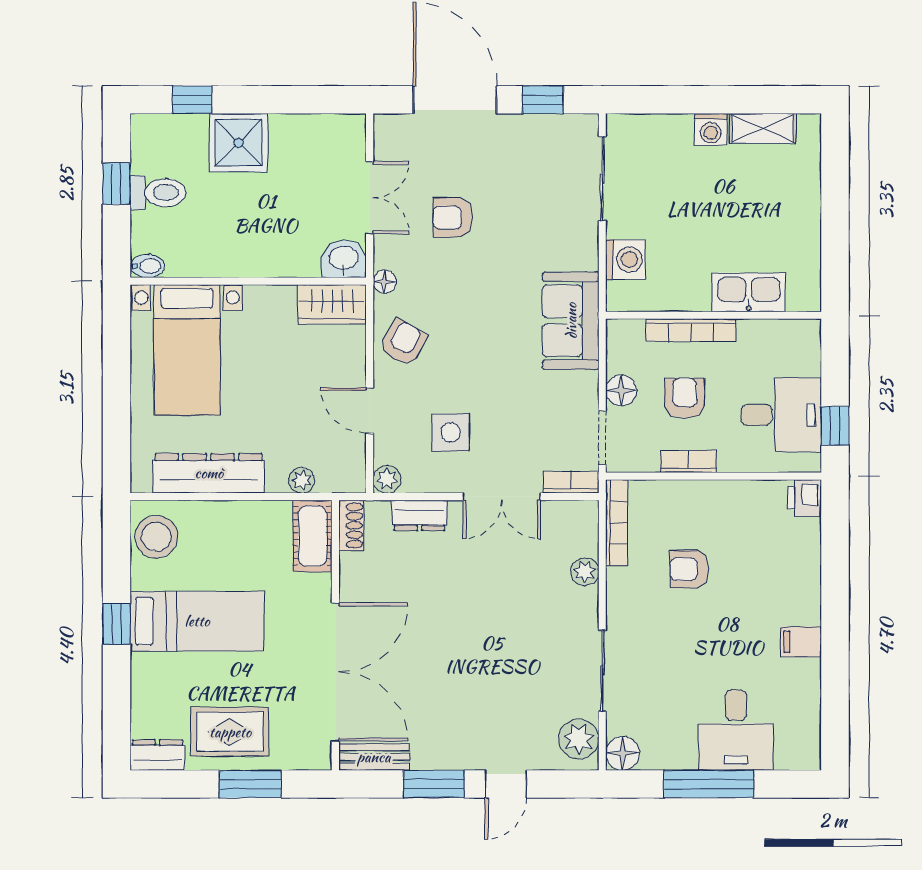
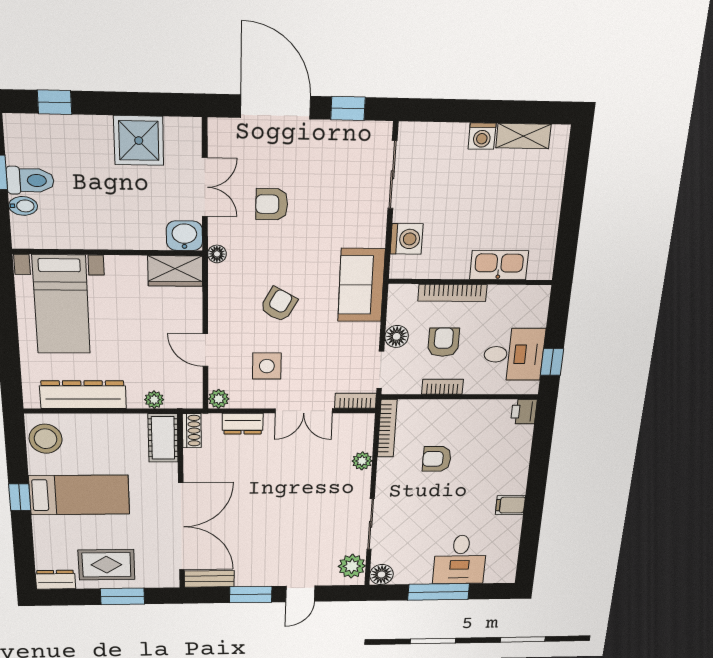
shower: (239, 143) -> (139, 141), moved
bidet: (147, 266) -> (23, 206), moved
armchair: (403, 342) -> (279, 305), moved

